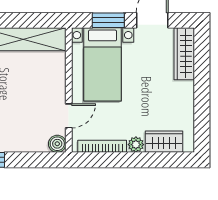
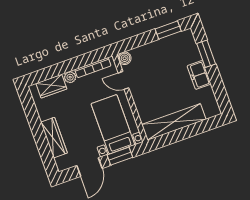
wardrobe: (184, 54) -> (54, 138), moved
door: (69, 116) -> (124, 80), hinge flipped

